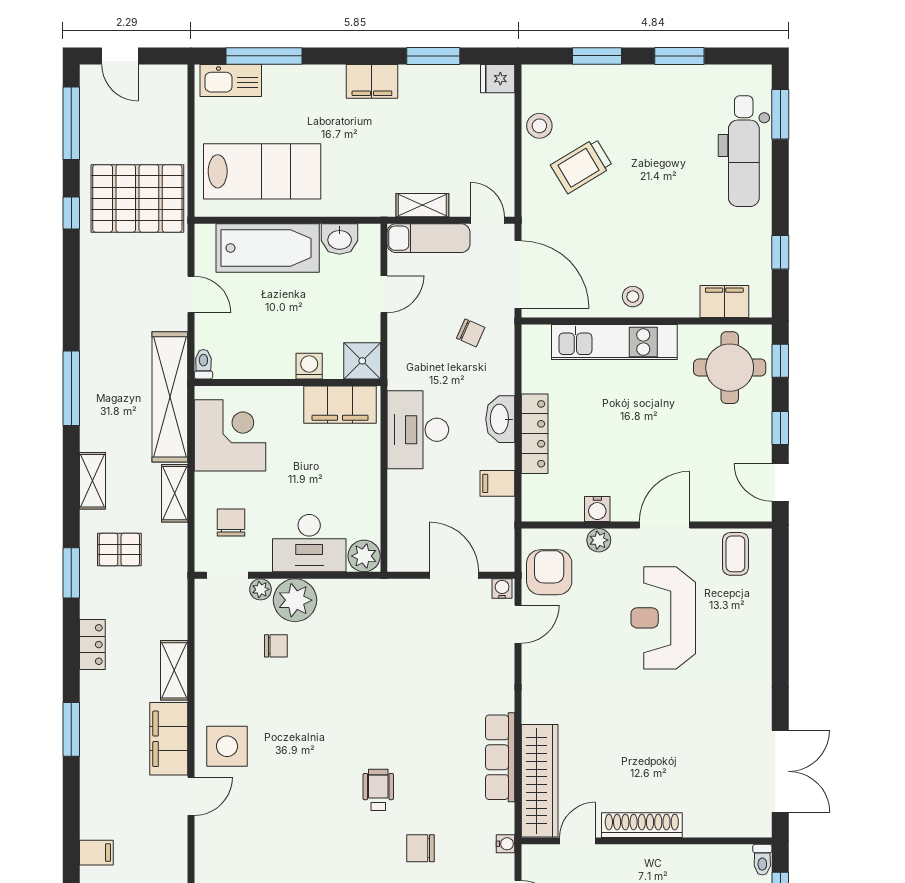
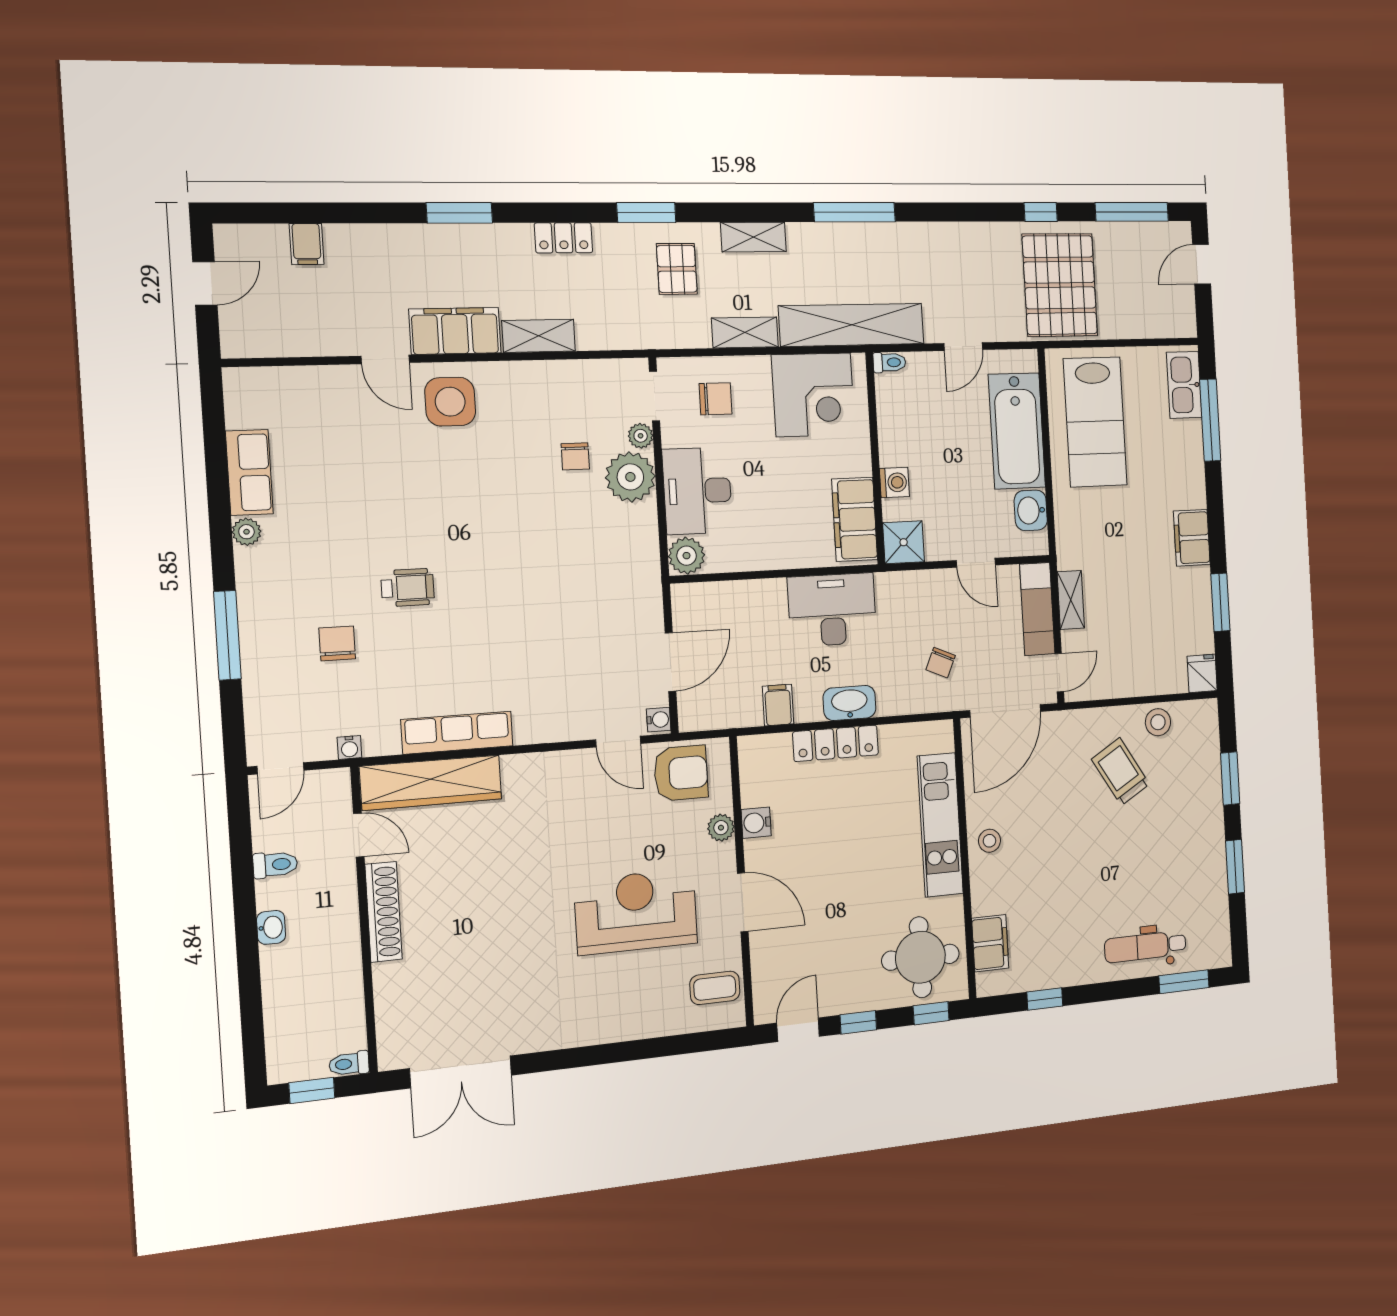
dental chair: (744, 151) -> (1145, 947), width x0.73, depth x0.72

